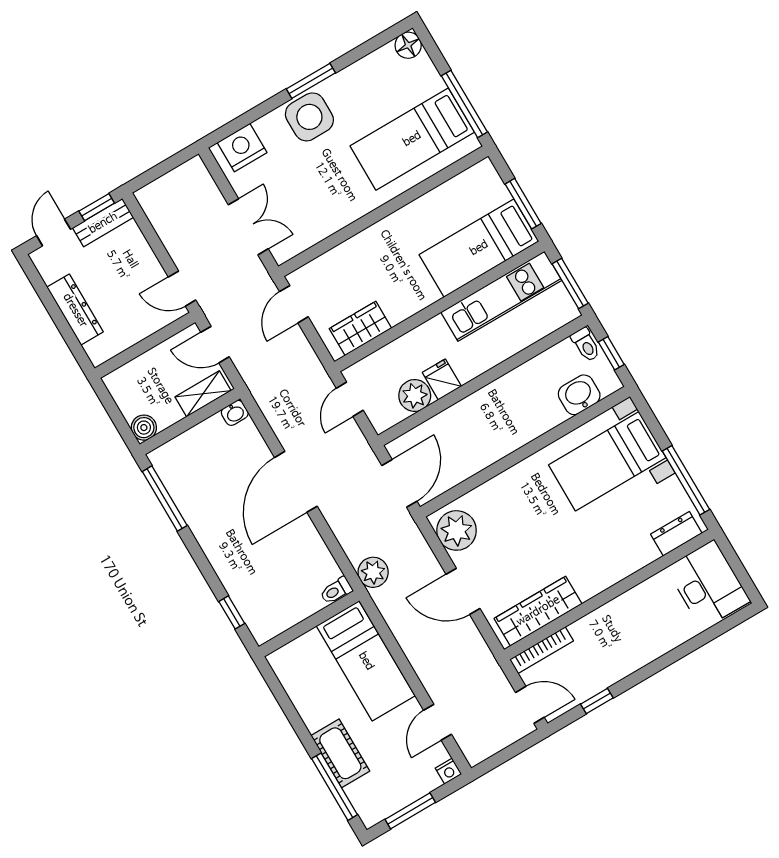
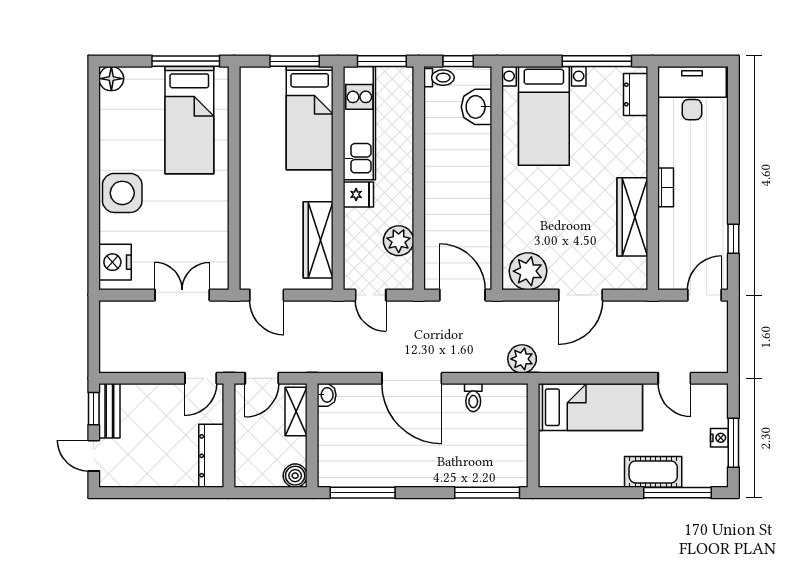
window: (311, 81) -> (94, 175), removed
dresser: (75, 310) -> (211, 456), moved, turned -90
wardrobe: (360, 328) -> (318, 240), width x1.50
fridge: (442, 379) -> (358, 194), moved, turned 180
toilet: (336, 591) -> (473, 398), moved
wardrobe: (538, 611) -> (632, 217), moved
window: (232, 612) -> (487, 493), width x2.17
bookcase: (542, 650) -> (666, 187), moved, width x0.64
nightstand: (448, 771) -> (719, 438), moved

